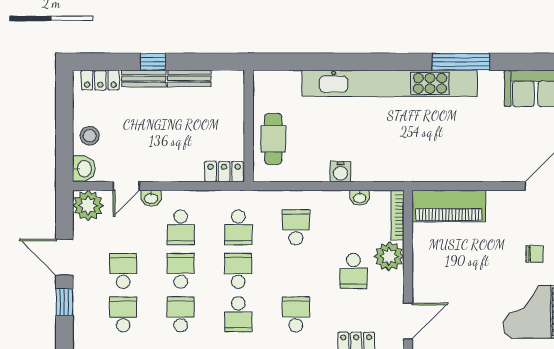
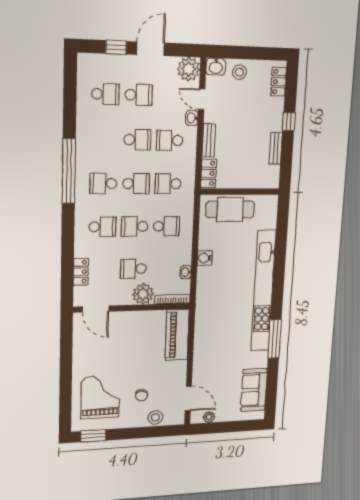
bench: (144, 78) -> (209, 140), moved
cafe table: (273, 139) -> (230, 209), width x1.37, depth x1.35
school desk: (181, 314) -> (135, 227), moved, turned 180

